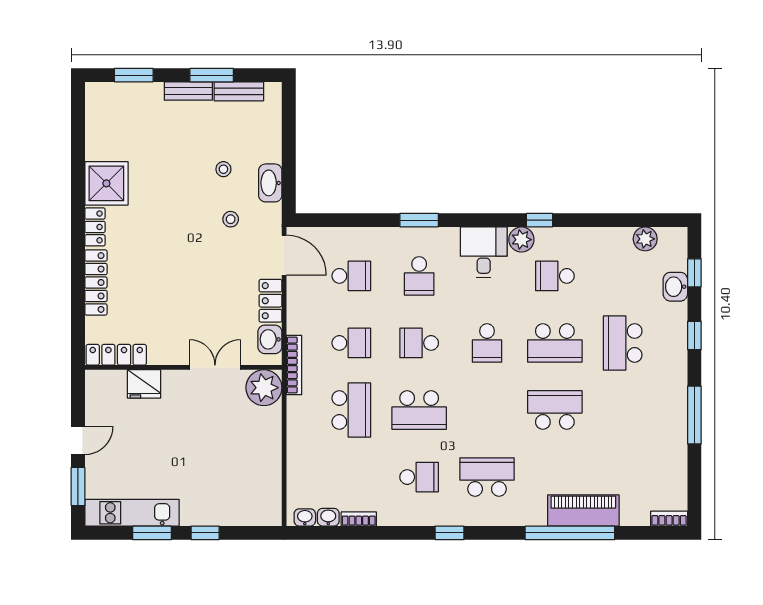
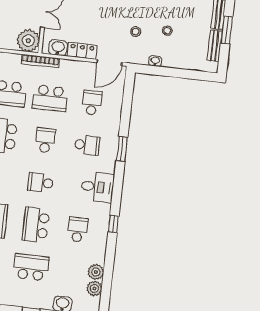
washbasin: (270, 183) -> (155, 61), width x0.52, depth x0.69
plant: (521, 240) -> (96, 272), moved
school desk: (351, 276) -> (92, 103), turned 180
school desk: (419, 276) -> (87, 145), turned 180
school desk: (351, 343) -> (50, 98), width x1.85

